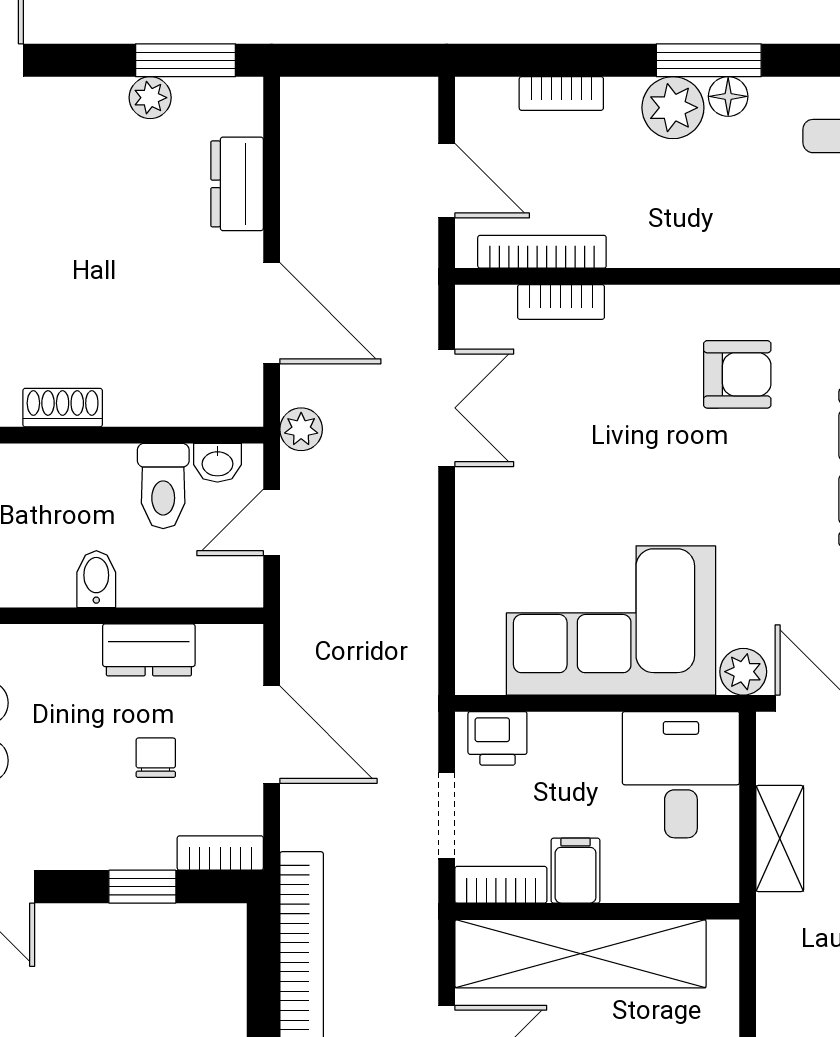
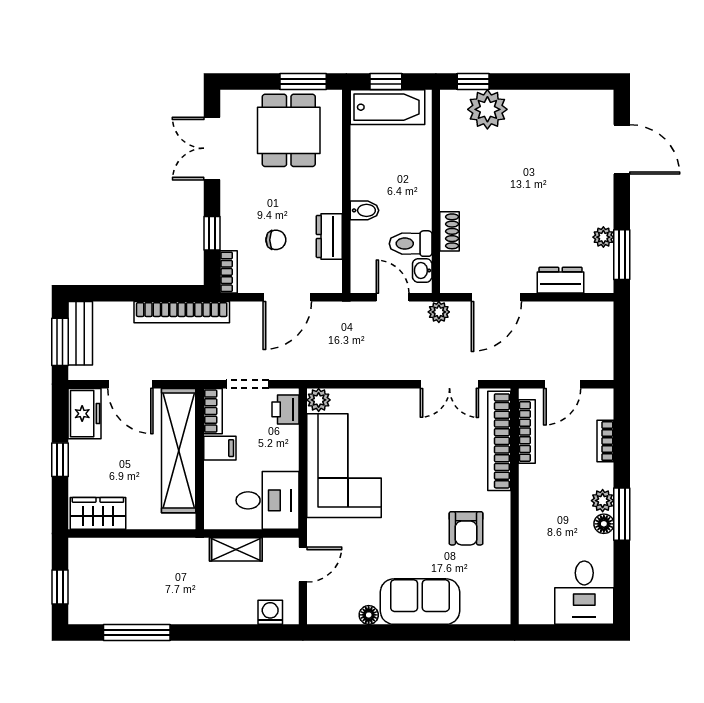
plant: (673, 108) -> (603, 501), width x0.73, depth x0.73
bookcase: (561, 302) -> (499, 441), width x2.31, depth x1.31
shoe rack: (63, 408) -> (450, 231), moved
plant: (743, 672) -> (319, 400), moved

